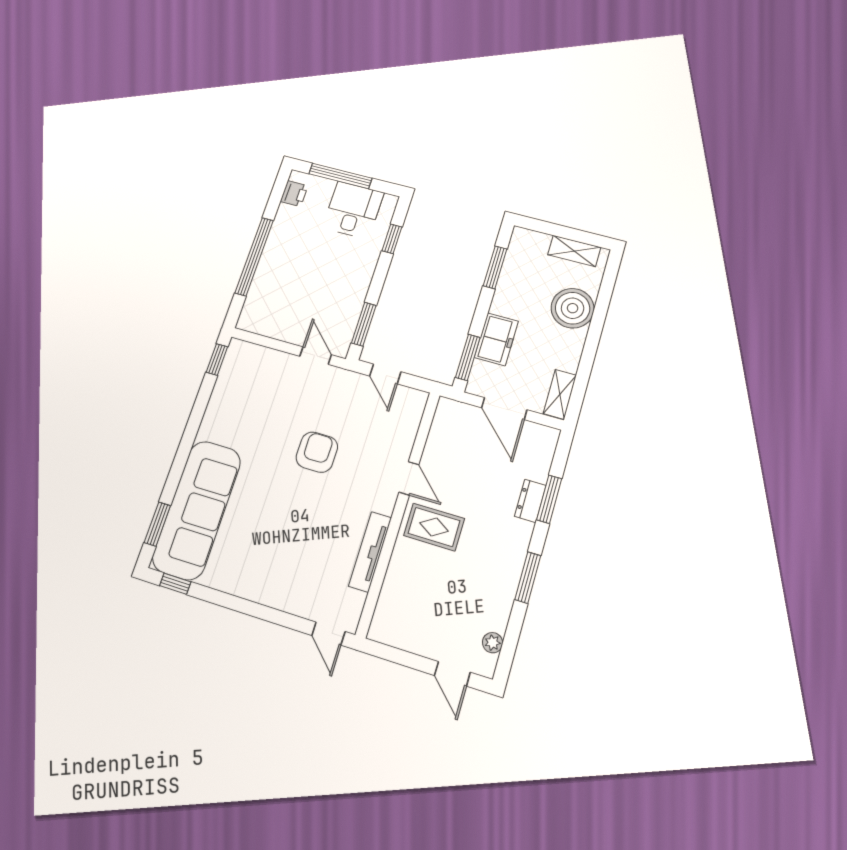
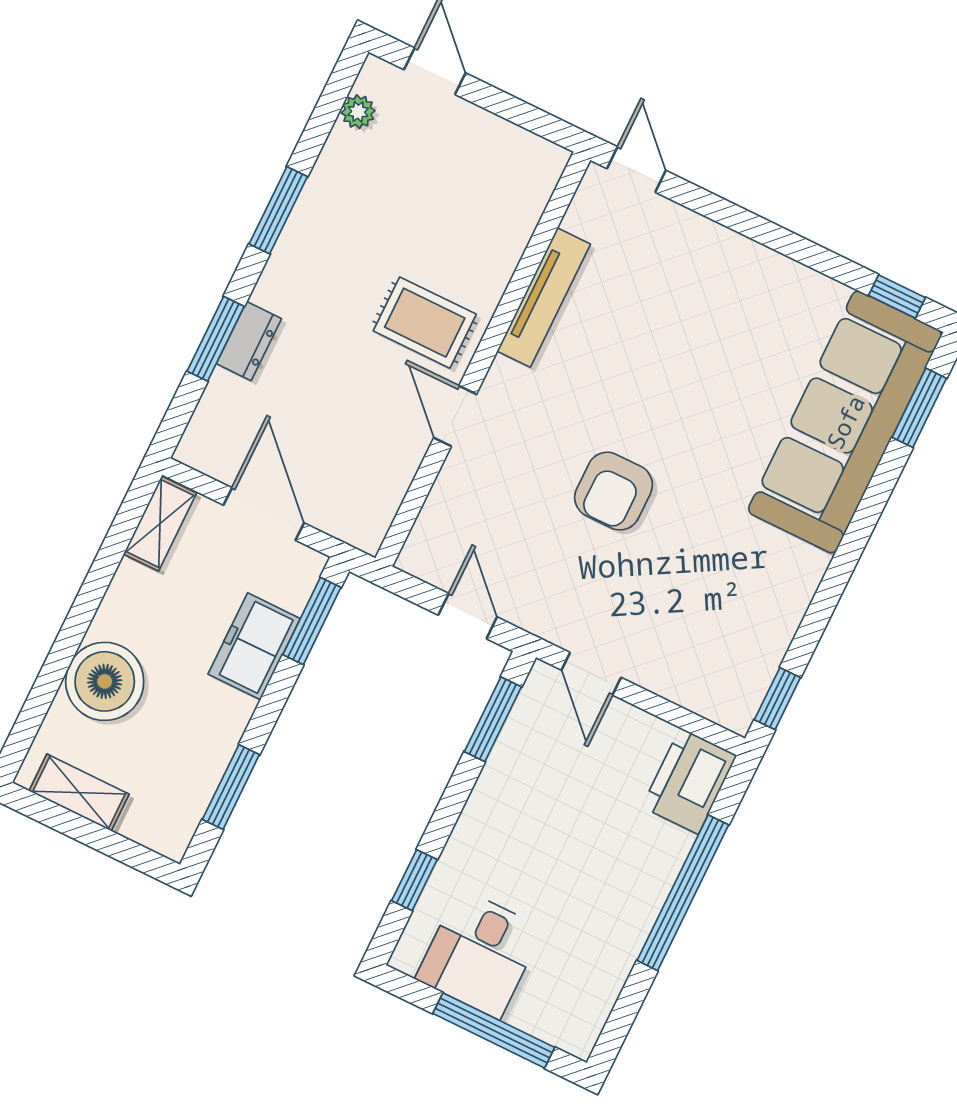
printer: (294, 194) -> (689, 781), moved, width x1.87, depth x1.48

